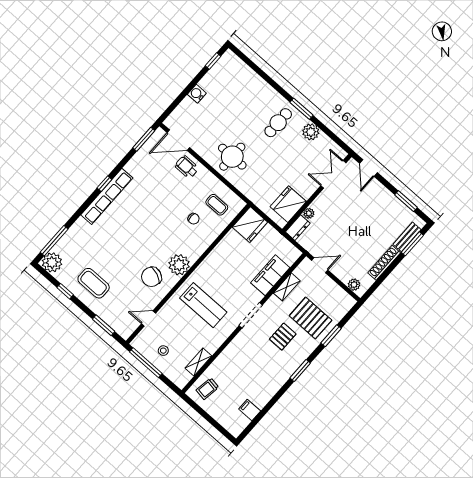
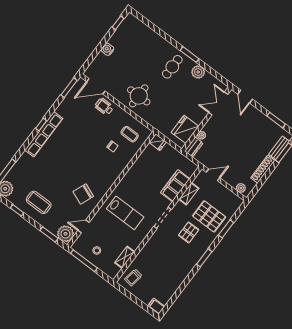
fridge: (250, 225) -> (158, 142), width x0.53, depth x0.75
plant: (179, 265) -> (65, 234), moved
filing cabinet: (250, 410) -> (156, 306), moved

